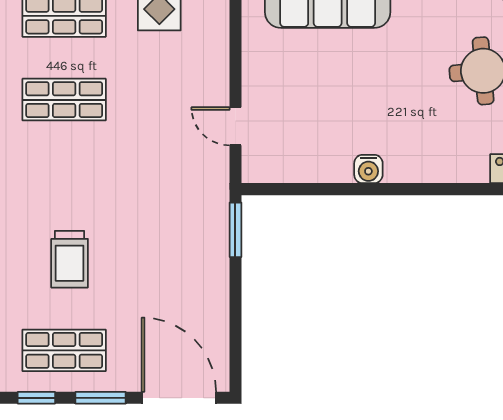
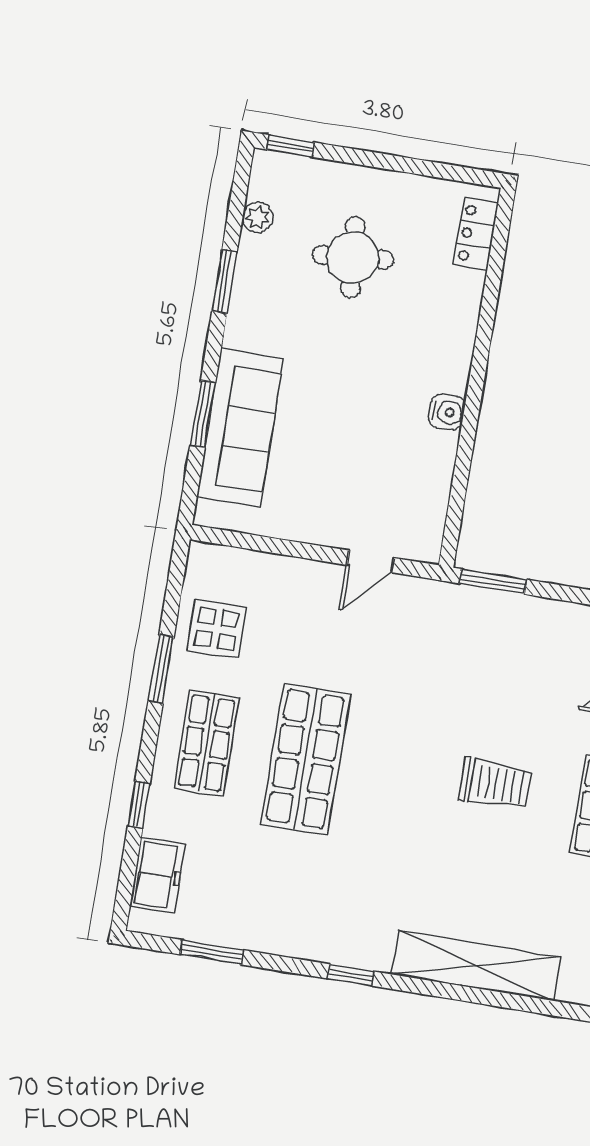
shop shelf: (64, 100) -> (306, 759), width x1.43, depth x1.36

